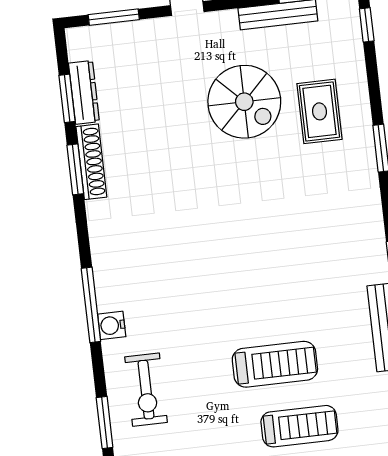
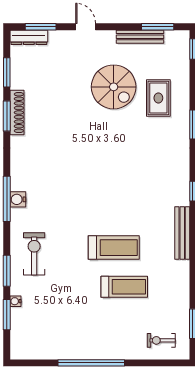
dresser: (84, 92) -> (29, 37), moved, turned 90
water cooler: (112, 325) -> (18, 199), moved
exercise bike: (146, 390) -> (34, 254), turned 180

